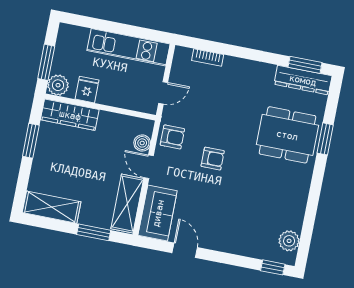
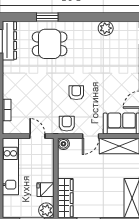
dining table: (287, 135) -> (50, 44), width x0.73
boiler: (142, 143) -> (63, 144), moved
plant: (289, 241) -> (106, 28), moved

